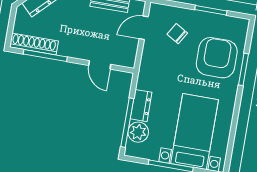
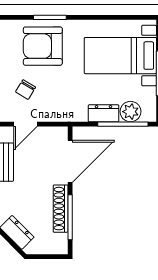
door: (144, 28) -> (26, 124), hinge flipped
shoe rack: (34, 44) -> (61, 209), moved
door: (100, 65) -> (70, 161), width x1.87

